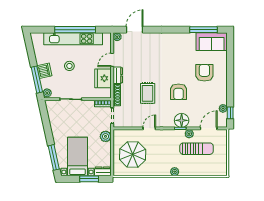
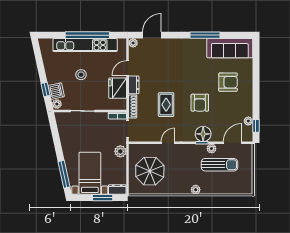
window: (204, 30) -> (205, 35), moved
sofa: (212, 42) -> (230, 48), width x1.36
dishwasher: (44, 71) -> (56, 91), moved
armchair: (204, 73) -> (228, 82), turned 90
window: (37, 80) -> (46, 89), width x0.46

